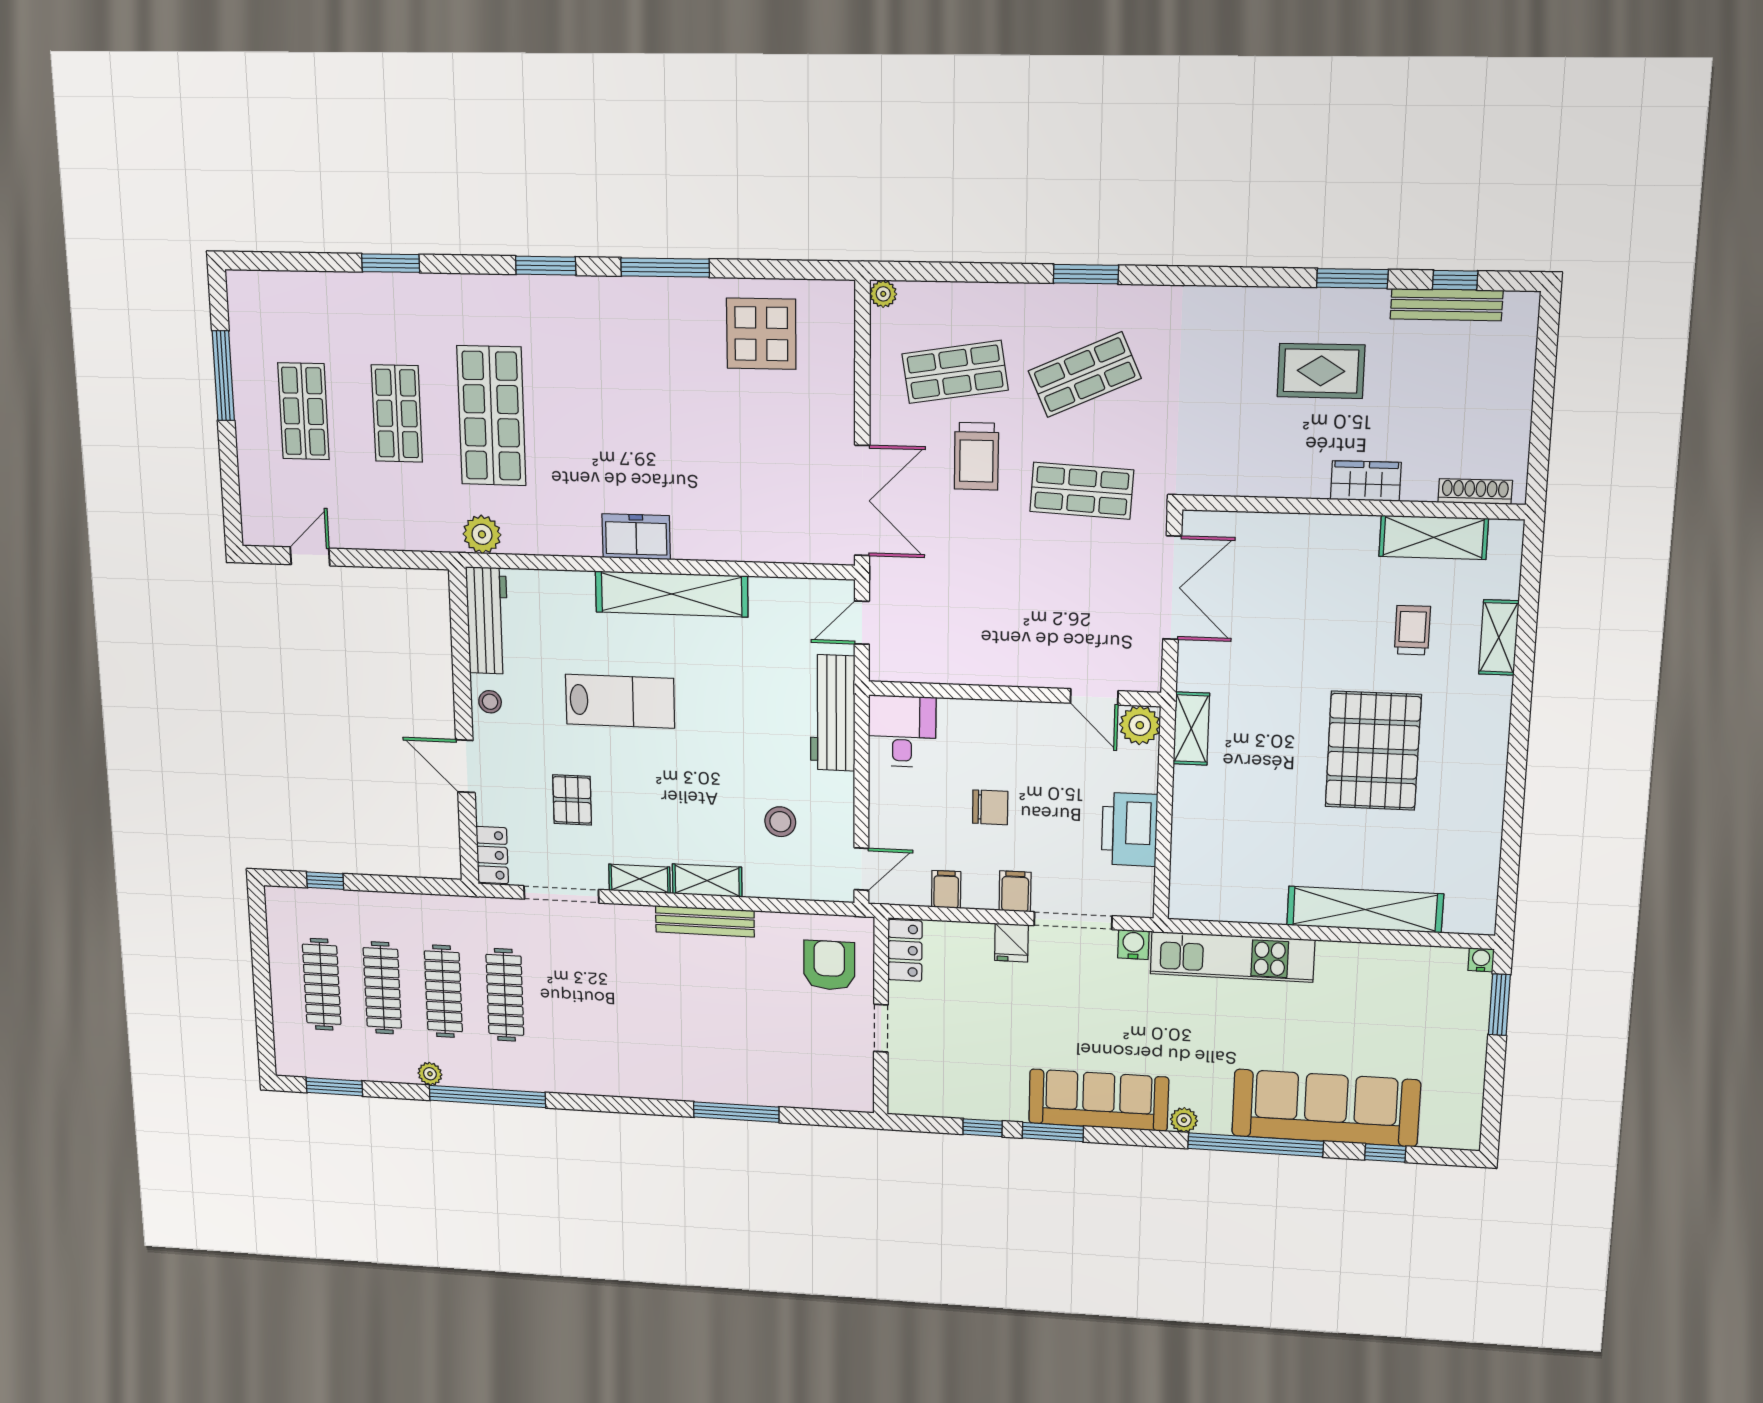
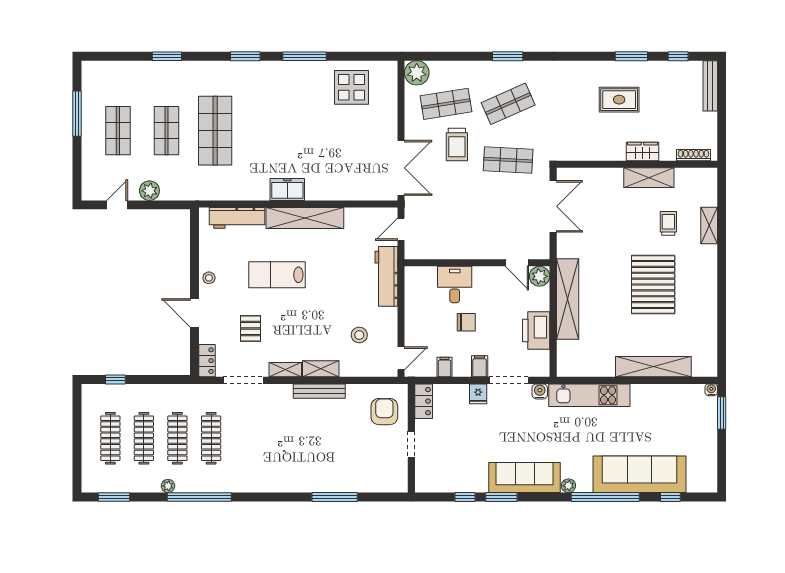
plant: (883, 294) -> (417, 73), width x1.88, depth x1.88
bench: (1446, 305) -> (710, 86), moved, turned 90
plant: (482, 534) -> (149, 191), moved
shelving: (1434, 537) -> (649, 178), moved
workbench: (487, 621) -> (237, 218), moved, turned 90
lab bench: (620, 701) -> (277, 275), turned 180
shelving: (1191, 729) -> (568, 299), width x2.20, depth x1.33
desk: (902, 731) -> (455, 285), moved

